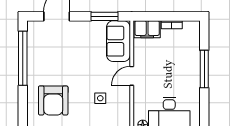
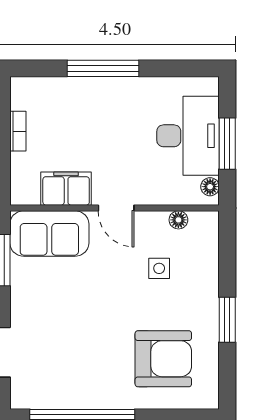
filing cabinet: (147, 29) -> (66, 189), moved, turned -90
floor lamp: (125, 108) -> (178, 220), added

